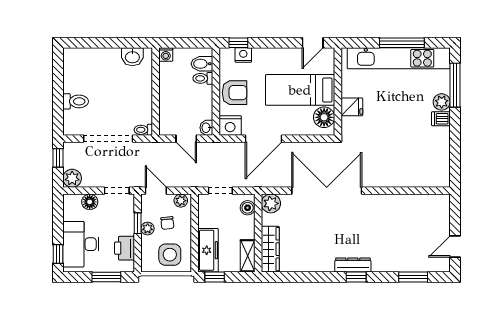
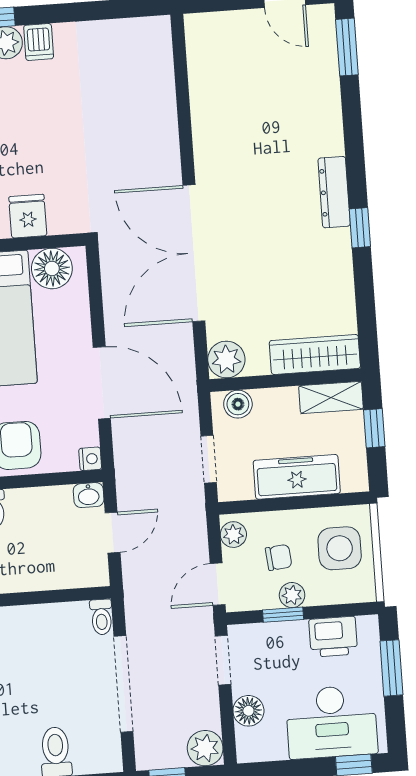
nightstand: (230, 126) -> (90, 459), width x0.53, depth x0.56
freezer: (208, 250) -> (297, 477), moved
window: (215, 277) -> (374, 428), moved
window: (356, 277) -> (360, 228), moved
window: (413, 277) -> (347, 47), moved

